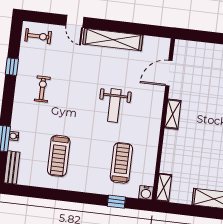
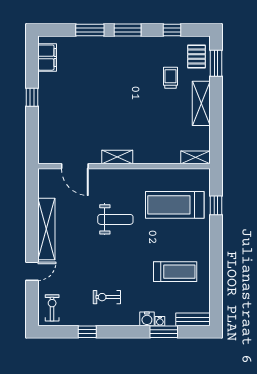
treadmill: (121, 163) -> (175, 205), width x1.37, depth x1.38
water cooler: (146, 193) -> (147, 319), moved, turned 90

